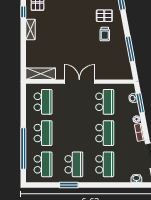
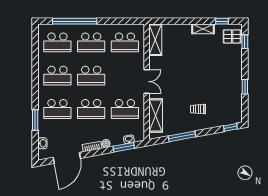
pallet: (104, 16) -> (218, 109), removed
shelving: (111, 73) -> (156, 116), added
double door: (79, 82) -> (147, 82), width x0.73
school desk: (74, 133) -> (91, 76), added
window: (69, 185) -> (35, 120), moved

